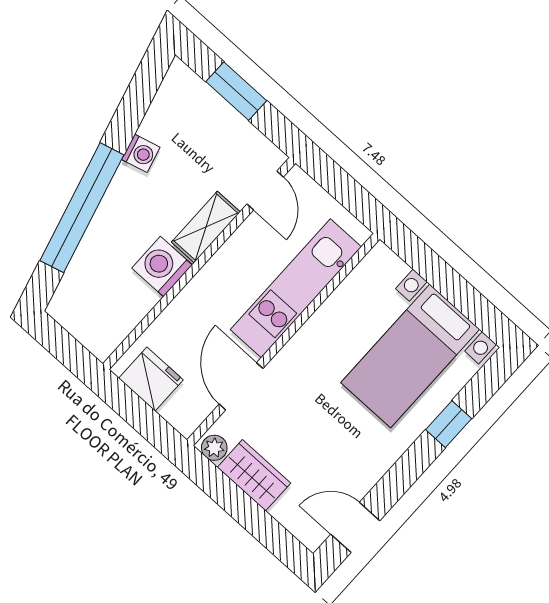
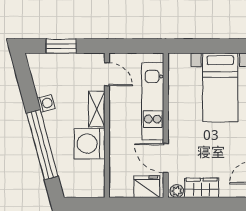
washing machine: (162, 267) -> (89, 144), width x1.37, depth x1.37
fridge: (151, 379) -> (147, 187), moved

